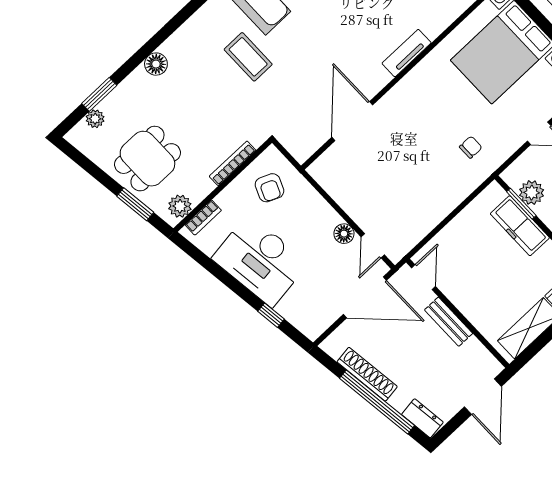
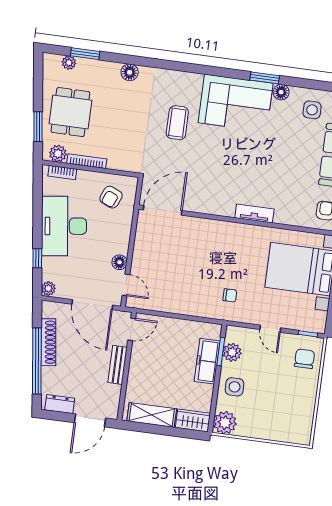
door: (352, 121) -> (163, 210), moved
dining table: (147, 159) -> (70, 112), turned 90
bookcase: (233, 163) -> (87, 161), moved
door: (373, 246) -> (126, 285), swing flipped
plant: (312, 329) -> (48, 288), added
dresser: (422, 418) -> (60, 404), moved, turned -83

